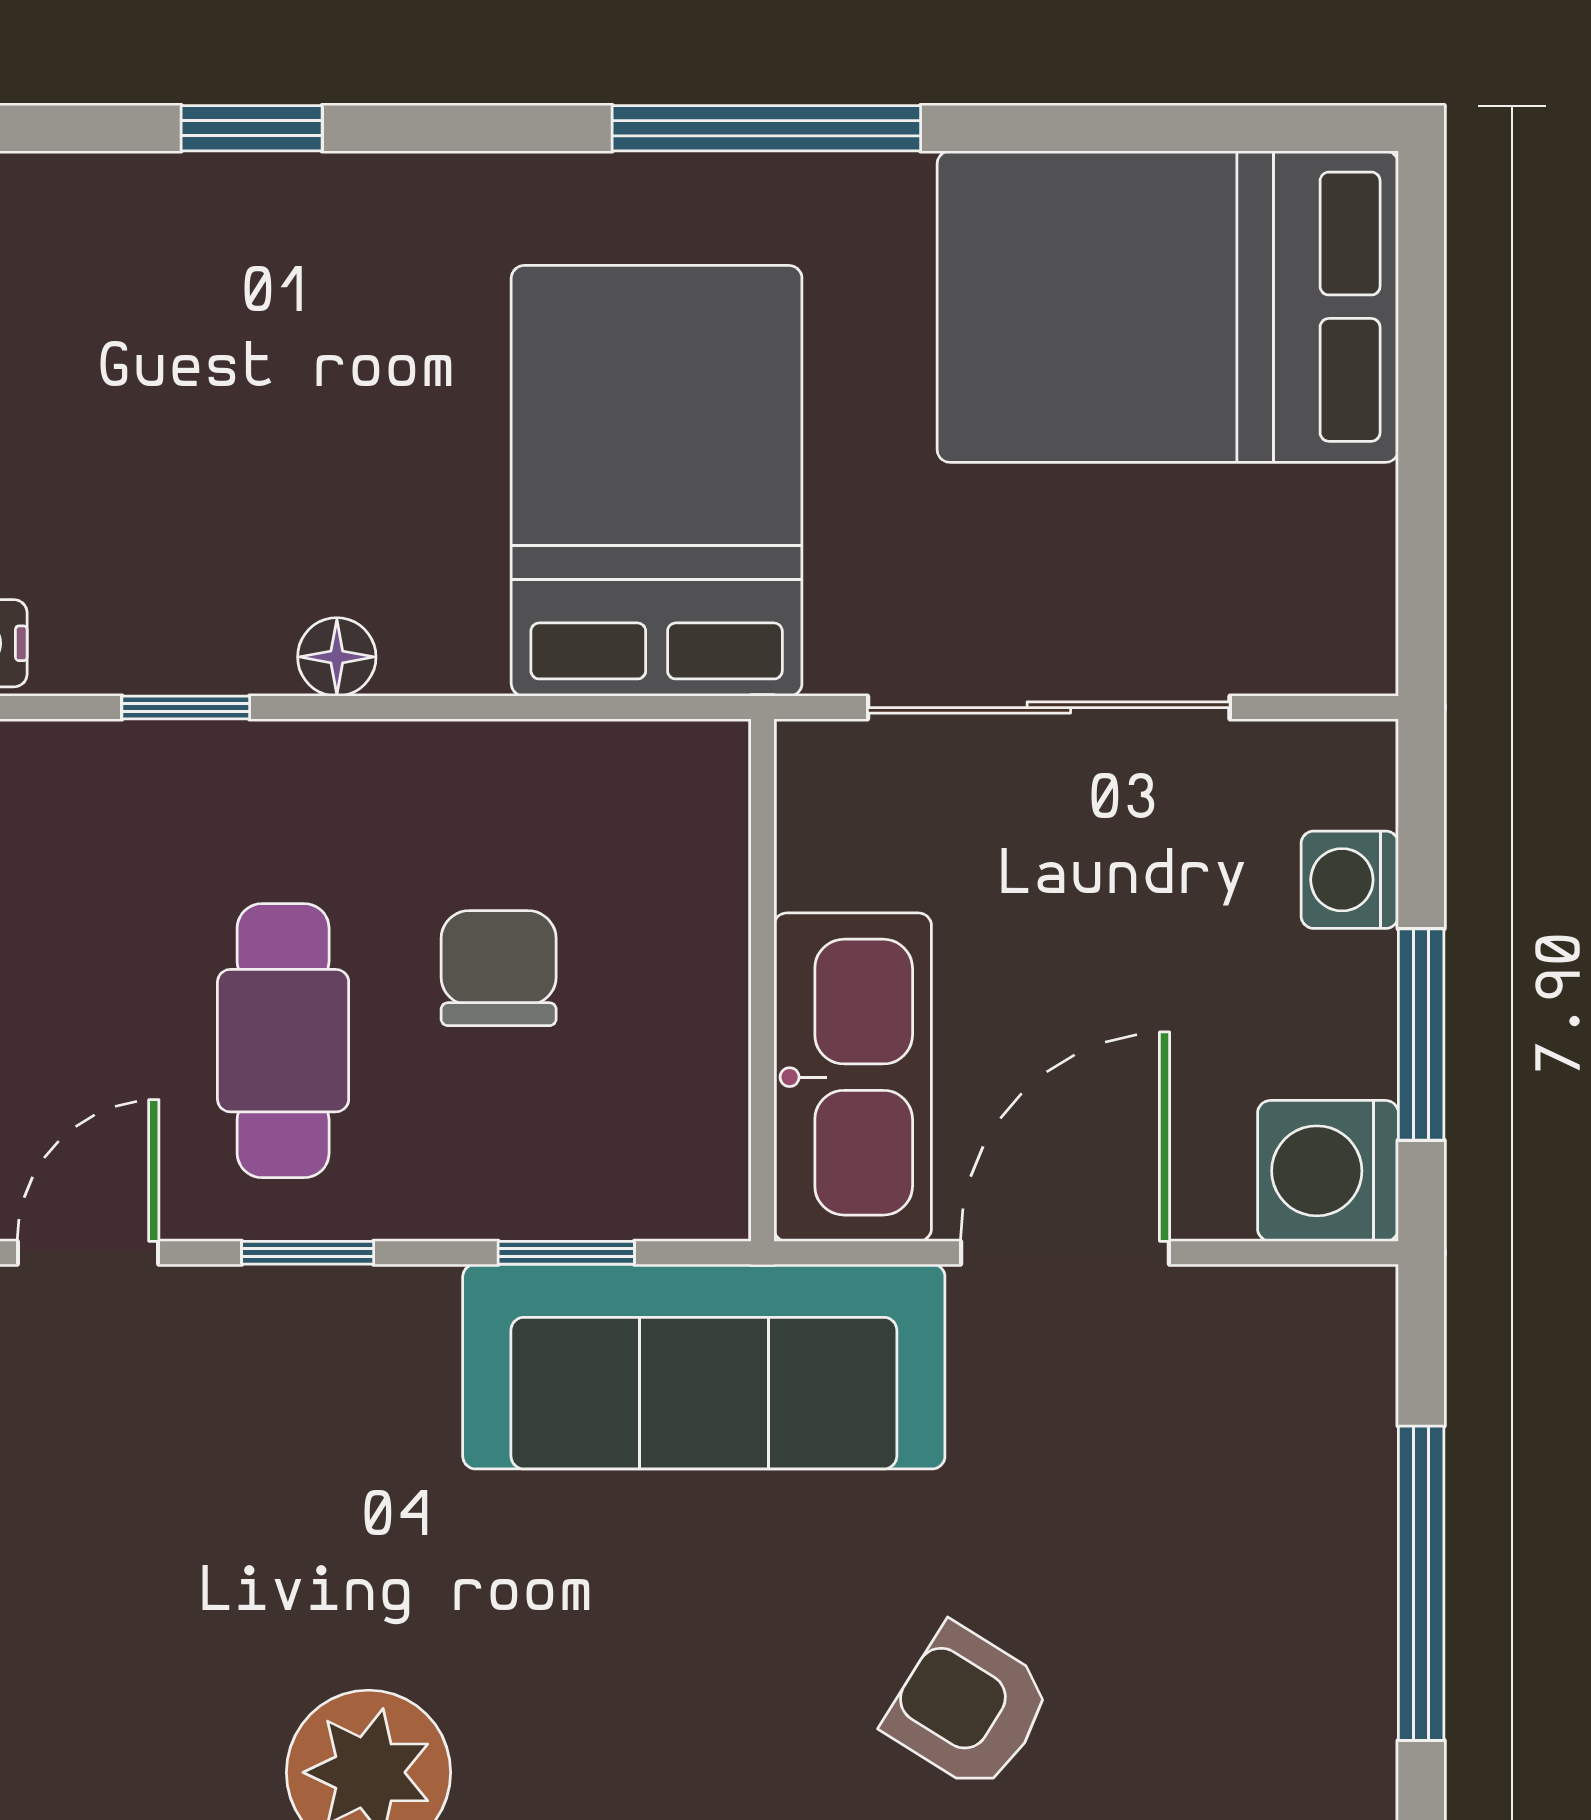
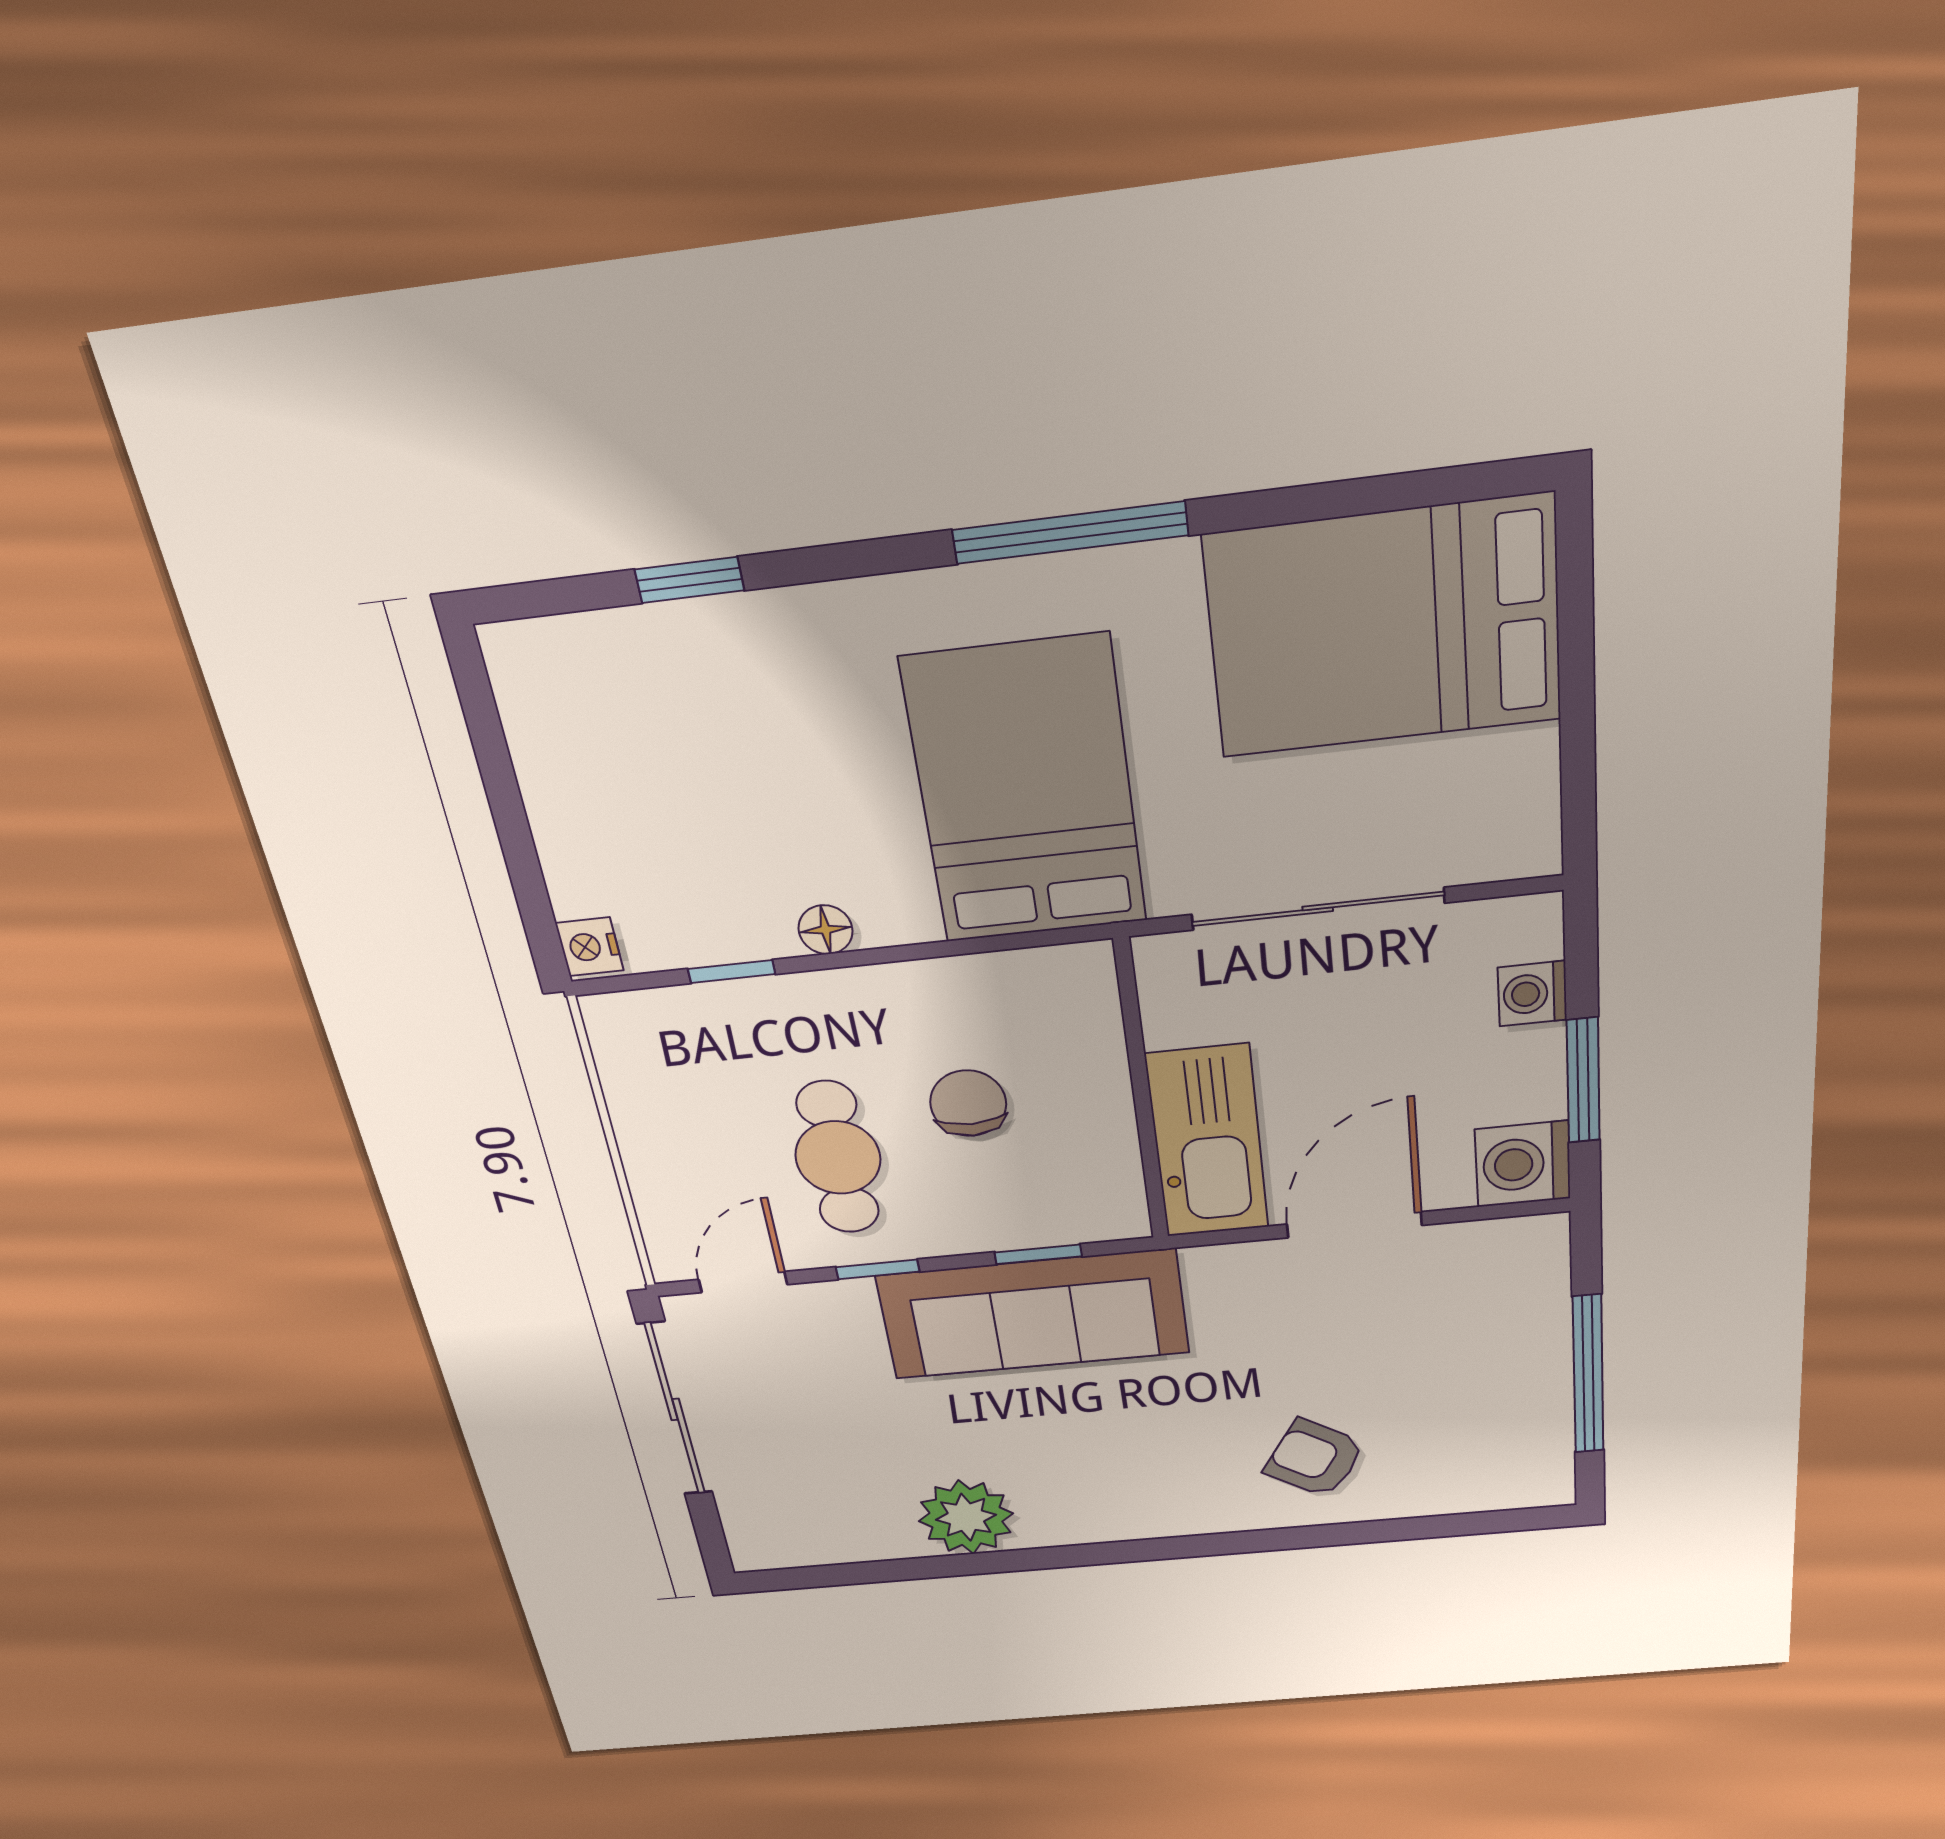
sofa: (704, 1367) -> (1033, 1314), moved

